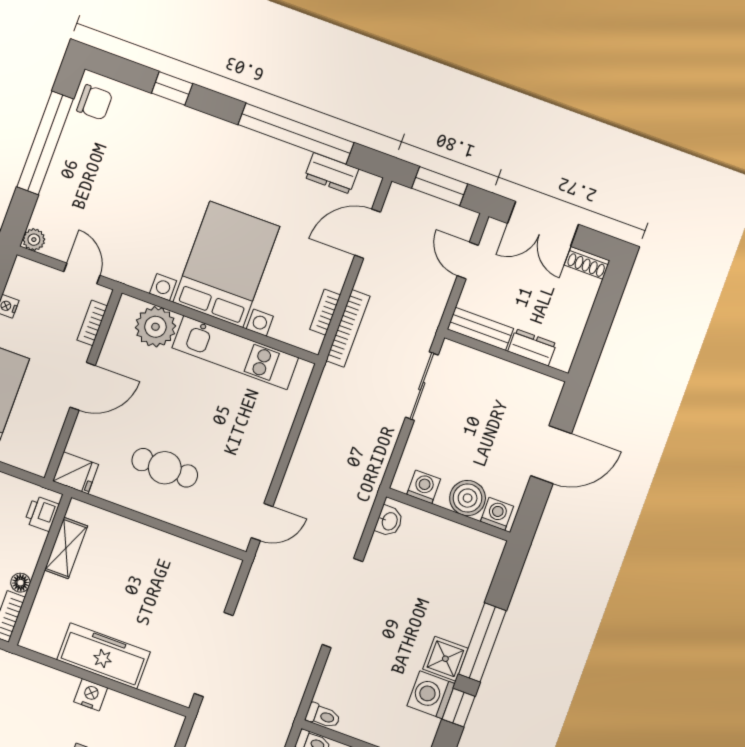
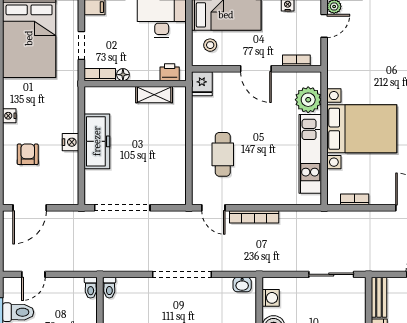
door: (82, 274) -> (324, 26), moved
bookcase: (348, 328) -> (254, 217), moved
stool: (24, 440) -> (210, 45), added
cafe table: (165, 468) -> (223, 154), moved

